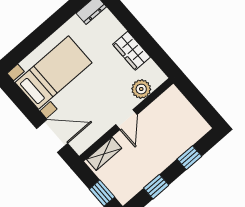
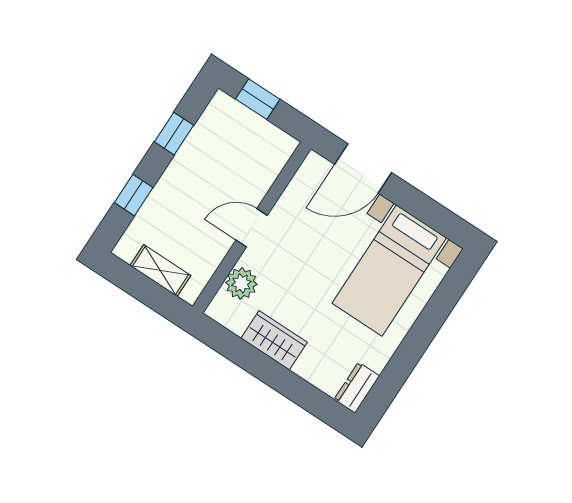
door: (126, 120) -> (252, 228), hinge flipped
shelving: (104, 154) -> (160, 271), moved, turned 90

